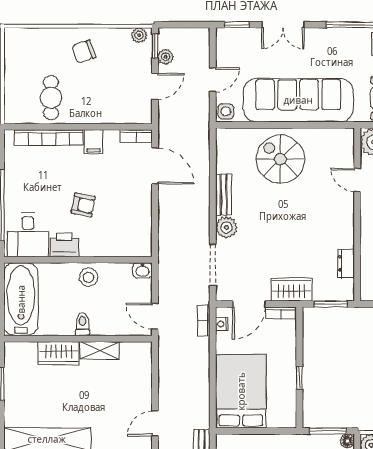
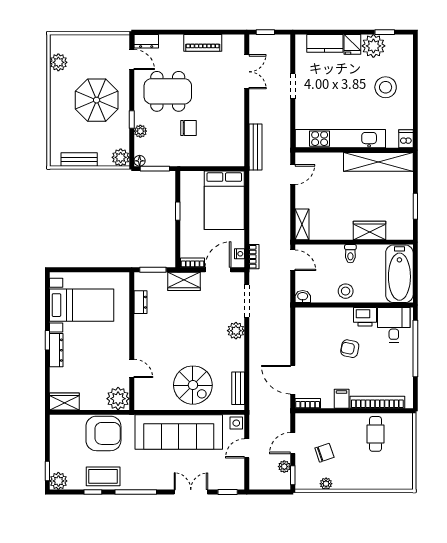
plant: (139, 35) -> (326, 484), moved
chair: (84, 52) -> (324, 453), moved
bench: (224, 194) -> (238, 388), moved
shelving: (100, 350) -> (302, 224), moved, turned 90

